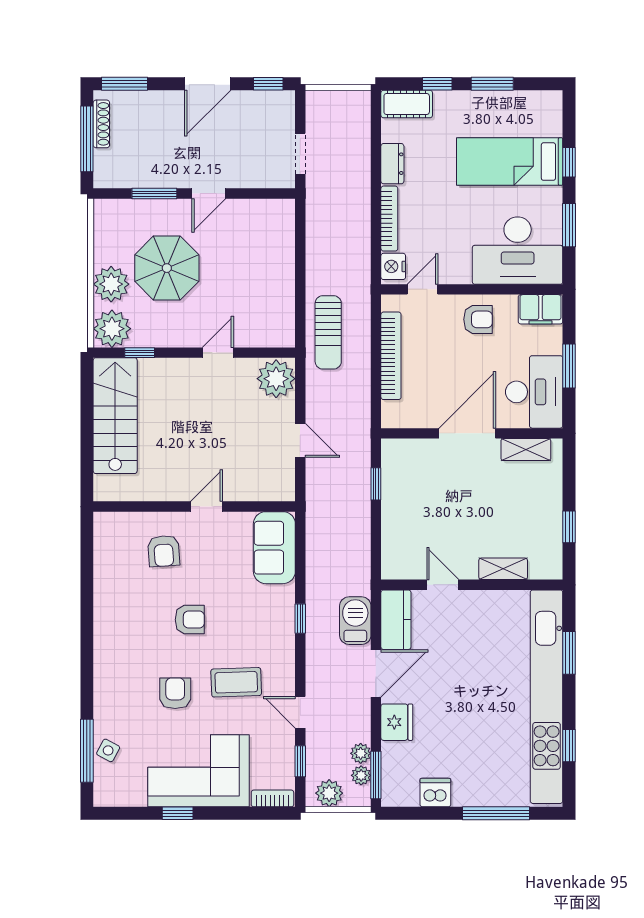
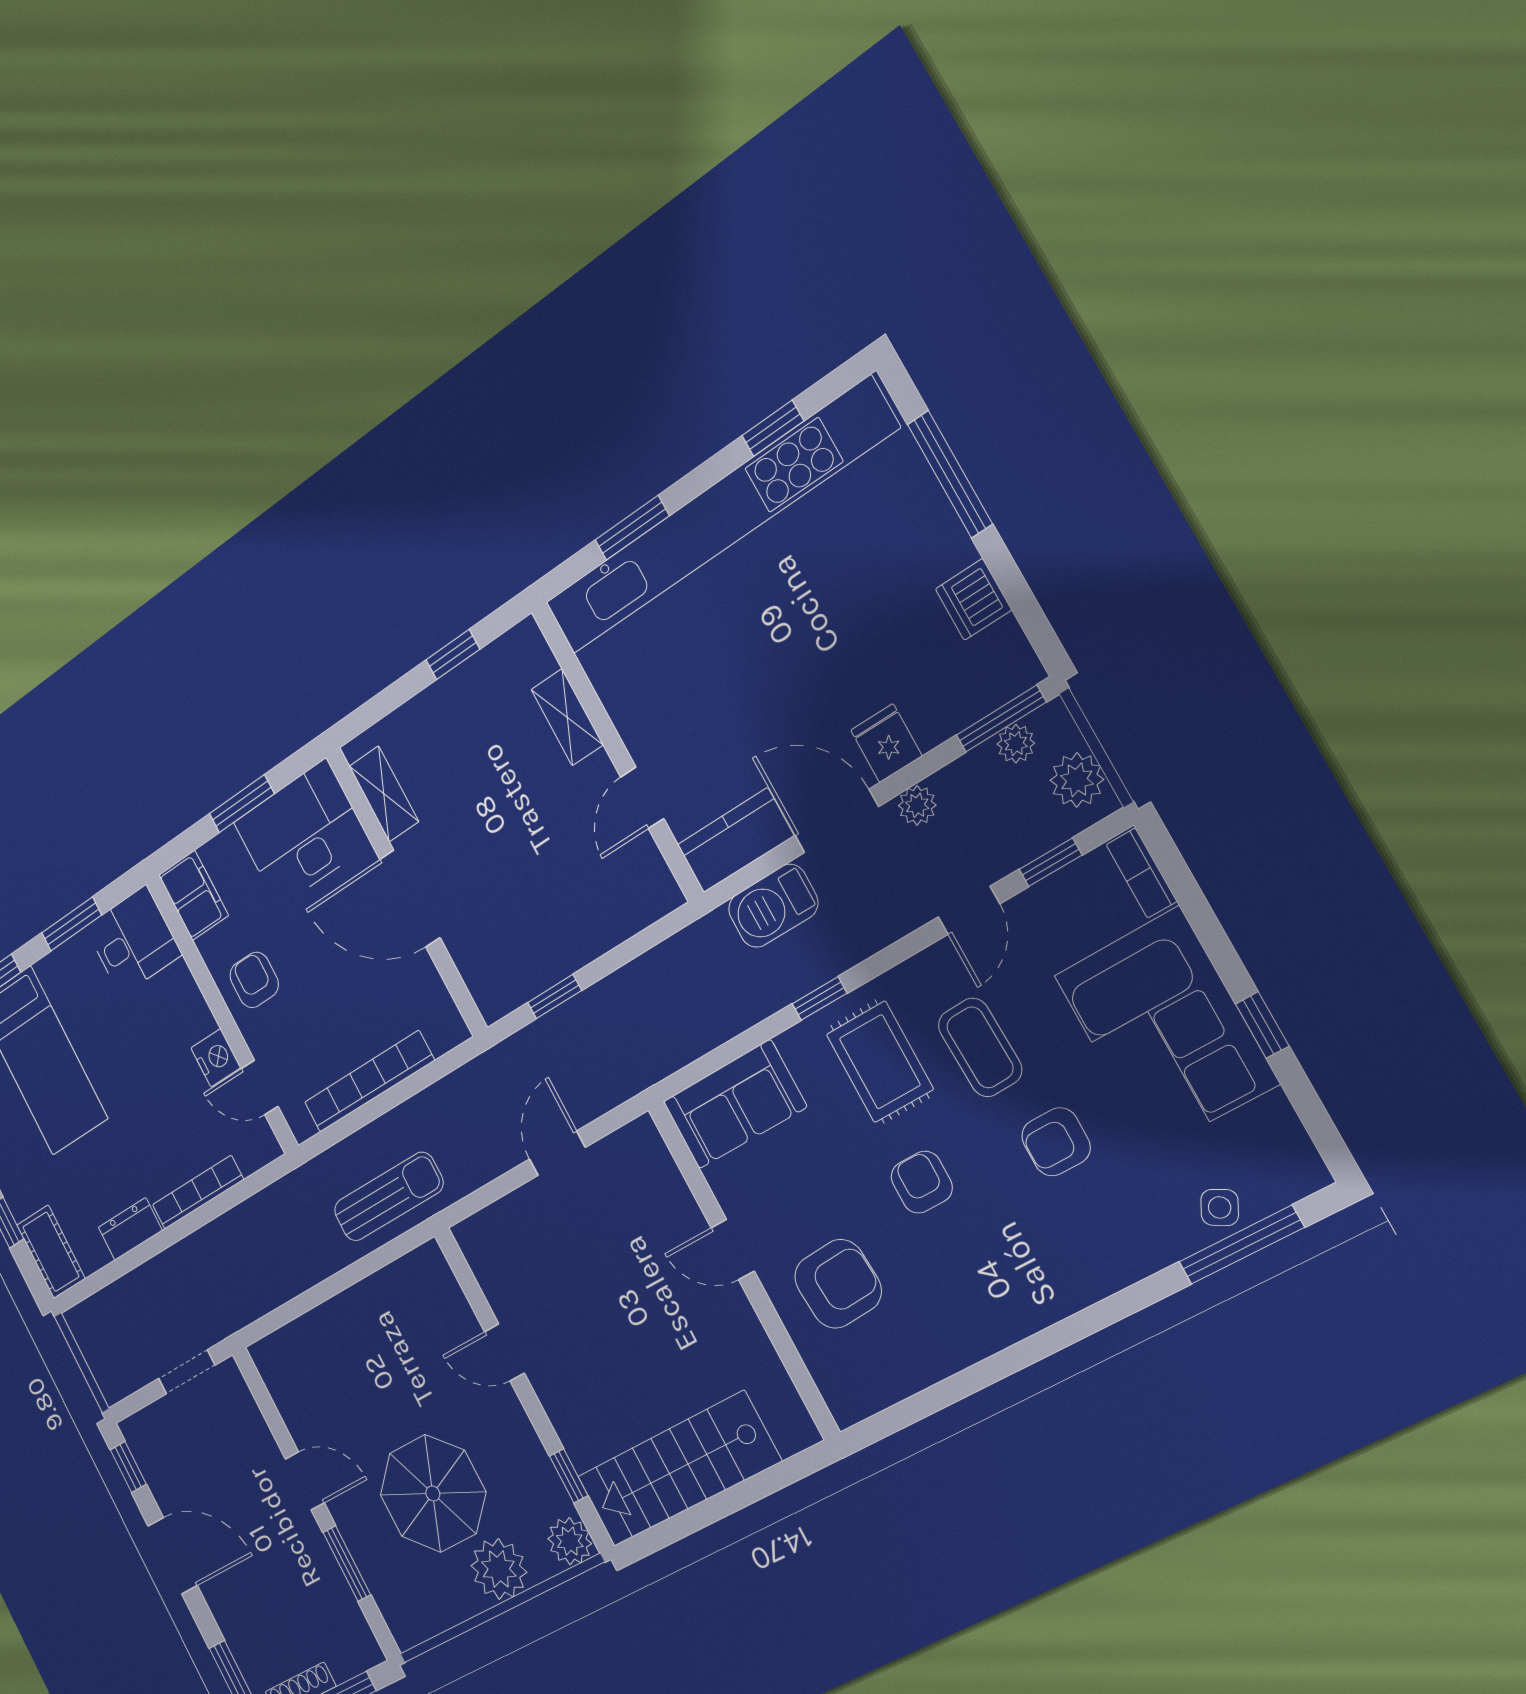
desk: (518, 251) -> (133, 941), width x0.53, depth x0.77
nightstand: (393, 266) -> (216, 1058), moved, turned -90
plant: (112, 329) -> (570, 1541), width x0.73, depth x0.73
plant: (276, 379) -> (492, 1241), removed
armchair: (164, 551) -> (838, 1284), width x1.38, depth x1.38
rug: (255, 631) -> (880, 1062), added
fridge: (397, 722) -> (886, 743), width x0.72
plant: (361, 753) -> (917, 805), moved

